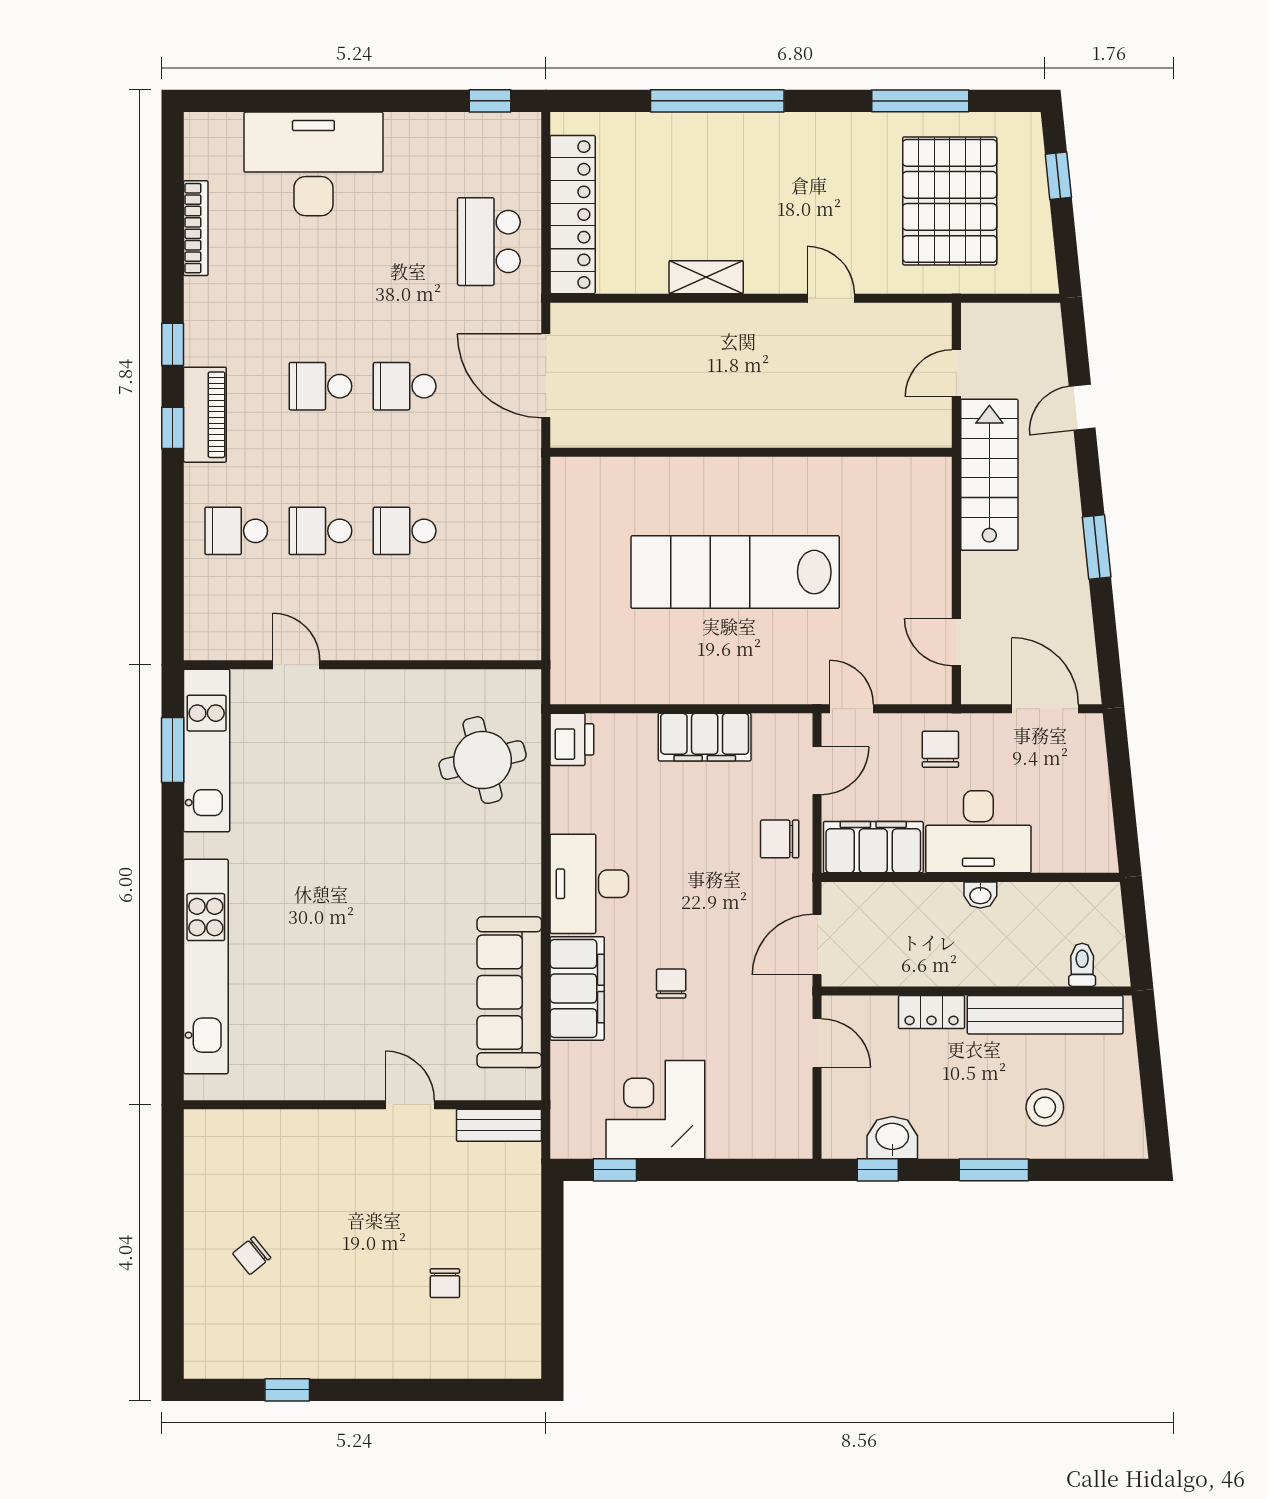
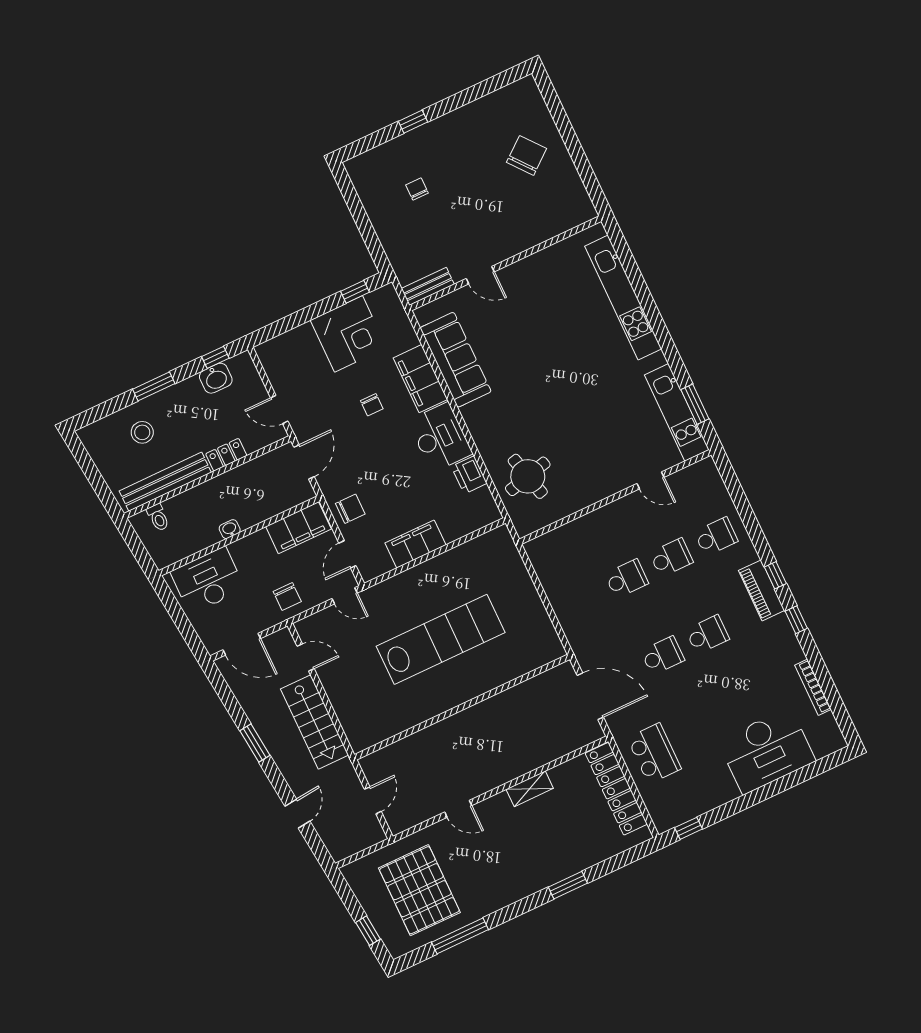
window: (717, 101) -> (568, 885), width x0.47
stairs: (989, 475) -> (315, 722), moved
printer: (572, 739) -> (469, 475), moved
desk: (978, 832) -> (208, 580), moved
chair: (252, 1256) -> (527, 155), width x1.87, depth x1.87
window: (287, 1390) -> (413, 122), moved

